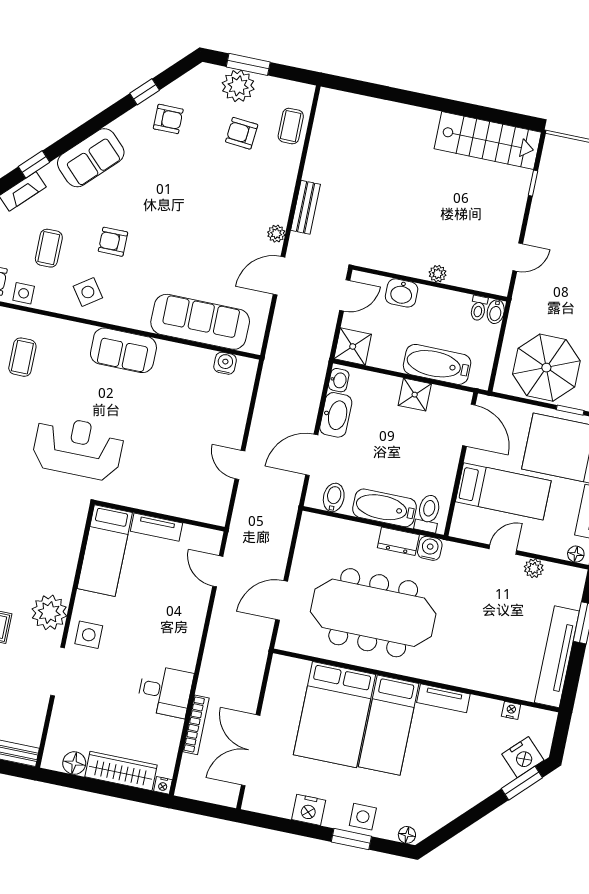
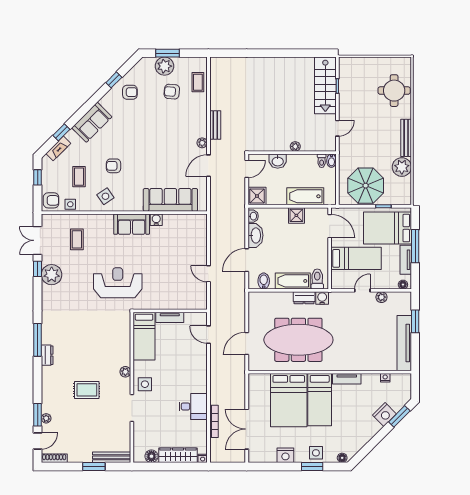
stairs: (488, 141) -> (325, 85), moved, turned 90
water cooler: (225, 363) -> (156, 220), moved
plant: (49, 612) -> (125, 372), width x0.53, depth x0.53
nightstand: (523, 757) -> (384, 414), moved

